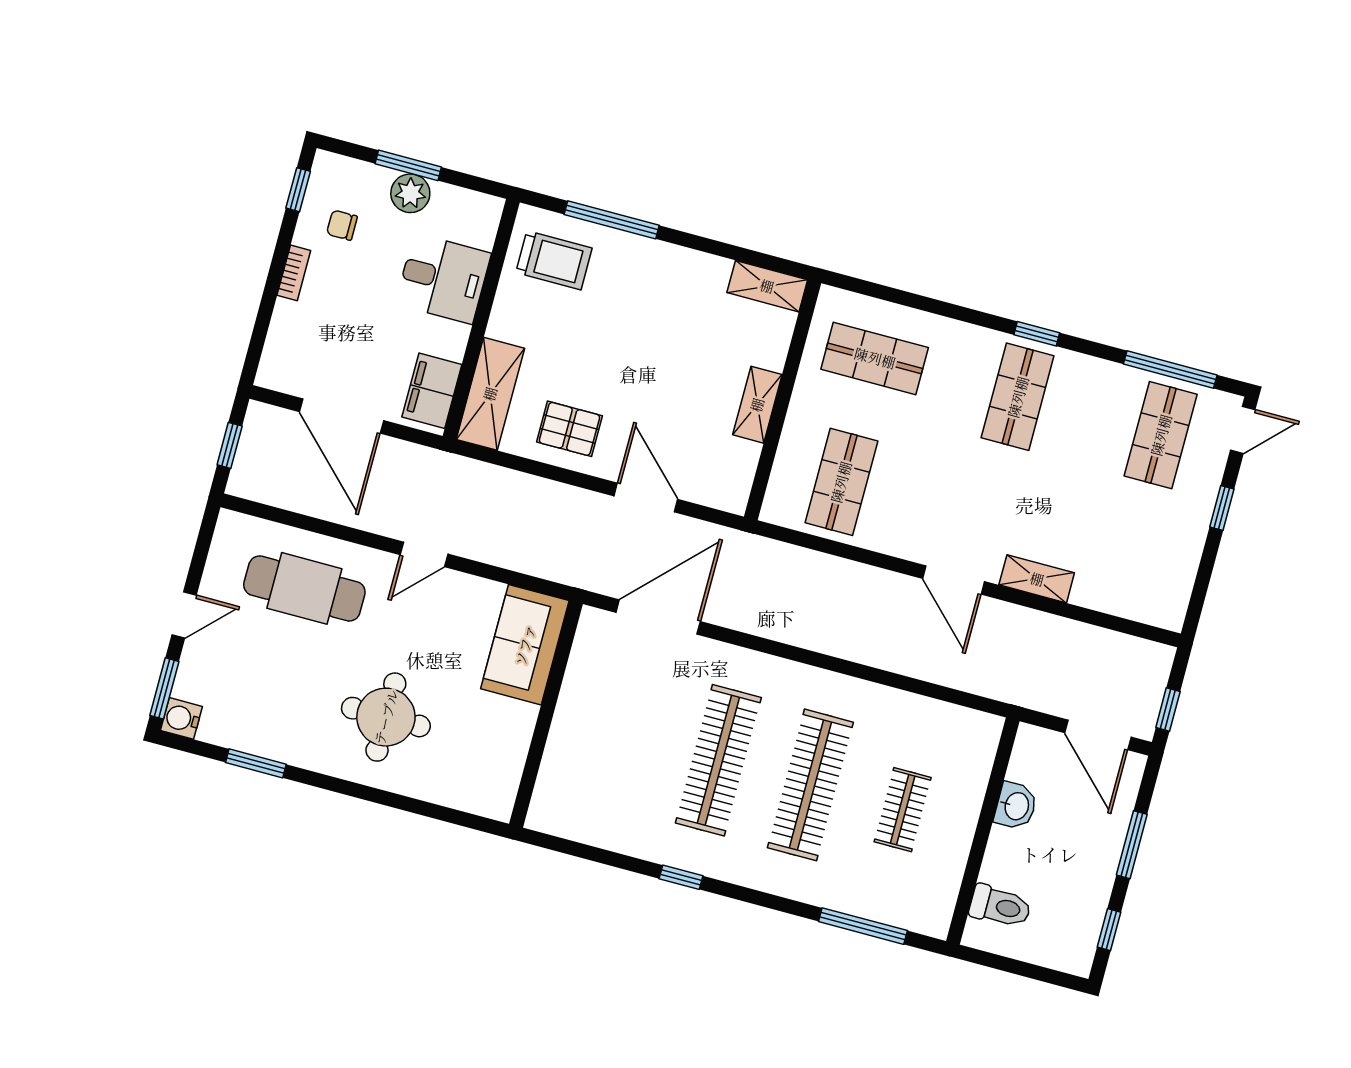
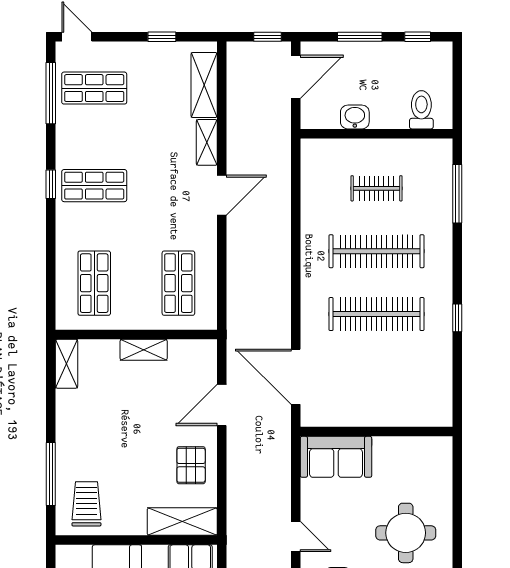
shop shelf: (841, 482) -> (178, 283), turned 90
window: (1222, 508) -> (162, 37), moved
shelving: (1122, 597) -> (204, 85), added

